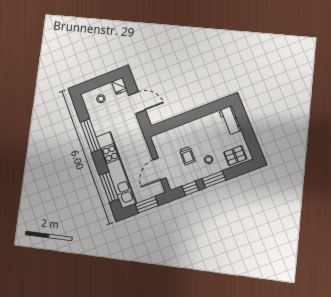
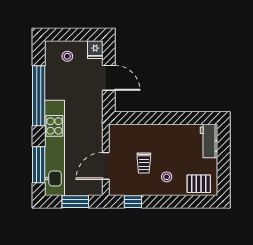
window: (90, 136) -> (39, 96), width x1.46
window: (214, 179) -> (164, 202), removed

